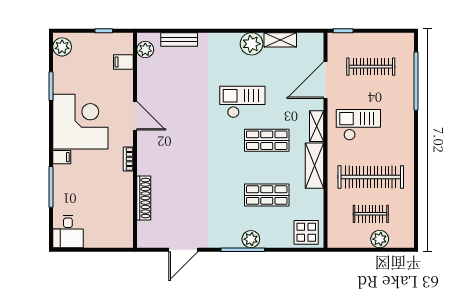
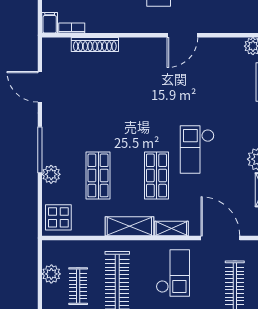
filing cabinet: (123, 62) -> (50, 23), moved
checkout: (242, 102) -> (197, 149), turned 180
bookcase: (128, 159) -> (72, 28), moved
plant: (251, 239) -> (51, 174), moved
plant: (380, 239) -> (51, 274), moved

